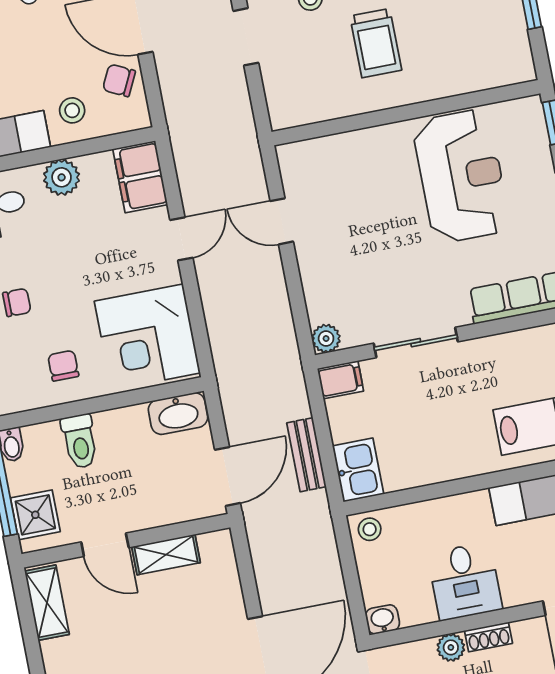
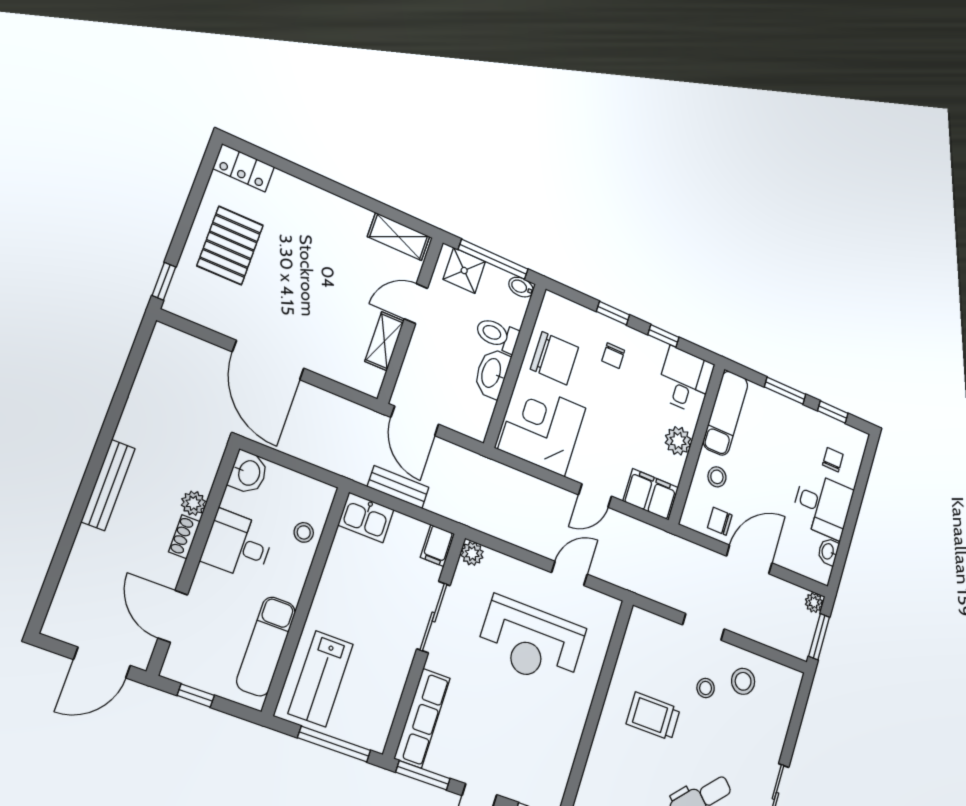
chair: (119, 80) -> (720, 521), turned -116
reception desk: (461, 176) -> (531, 642), moved
door: (181, 239) -> (595, 496), hinge flipped
chair: (63, 366) -> (554, 358), width x1.87, depth x1.87
washbasin: (178, 414) -> (492, 373), moved
stool: (370, 529) -> (304, 532), moved
washbasin: (382, 619) -> (248, 473), width x1.38, depth x1.45

